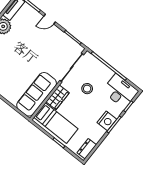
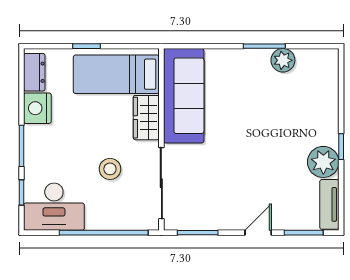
nightstand: (107, 121) -> (37, 108), moved

